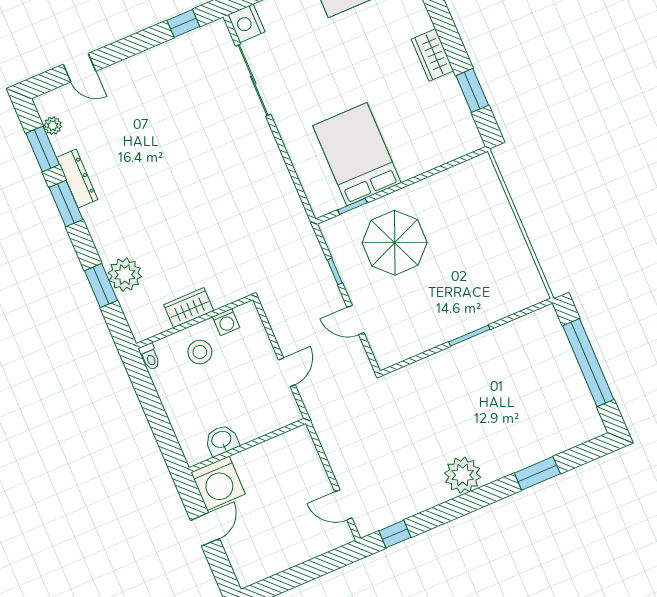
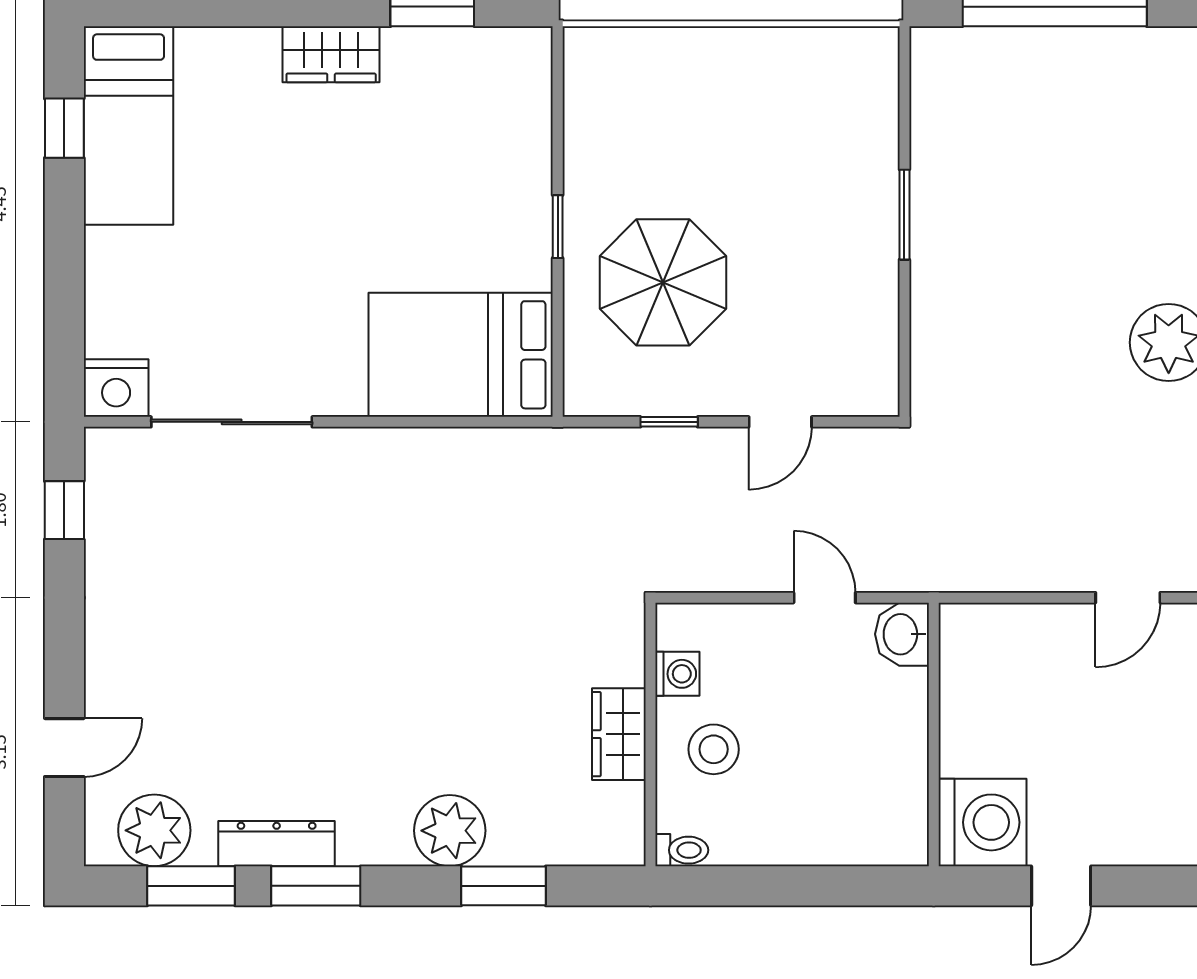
plant: (53, 126) -> (154, 830), width x1.87, depth x1.87
bed: (357, 154) -> (461, 355), moved
window: (352, 206) -> (558, 227), moved
plant: (125, 275) -> (450, 831), moved
washbasin: (222, 440) -> (902, 634), moved
door: (205, 529) -> (1061, 886), swing flipped

